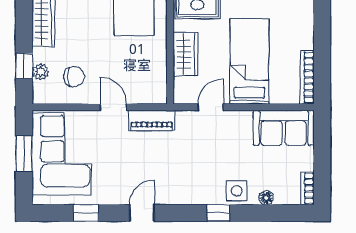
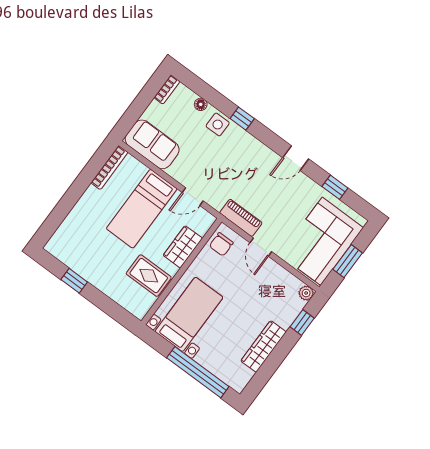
plant: (40, 72) -> (306, 293), moved
chair: (74, 77) -> (221, 244), moved, turned -90

